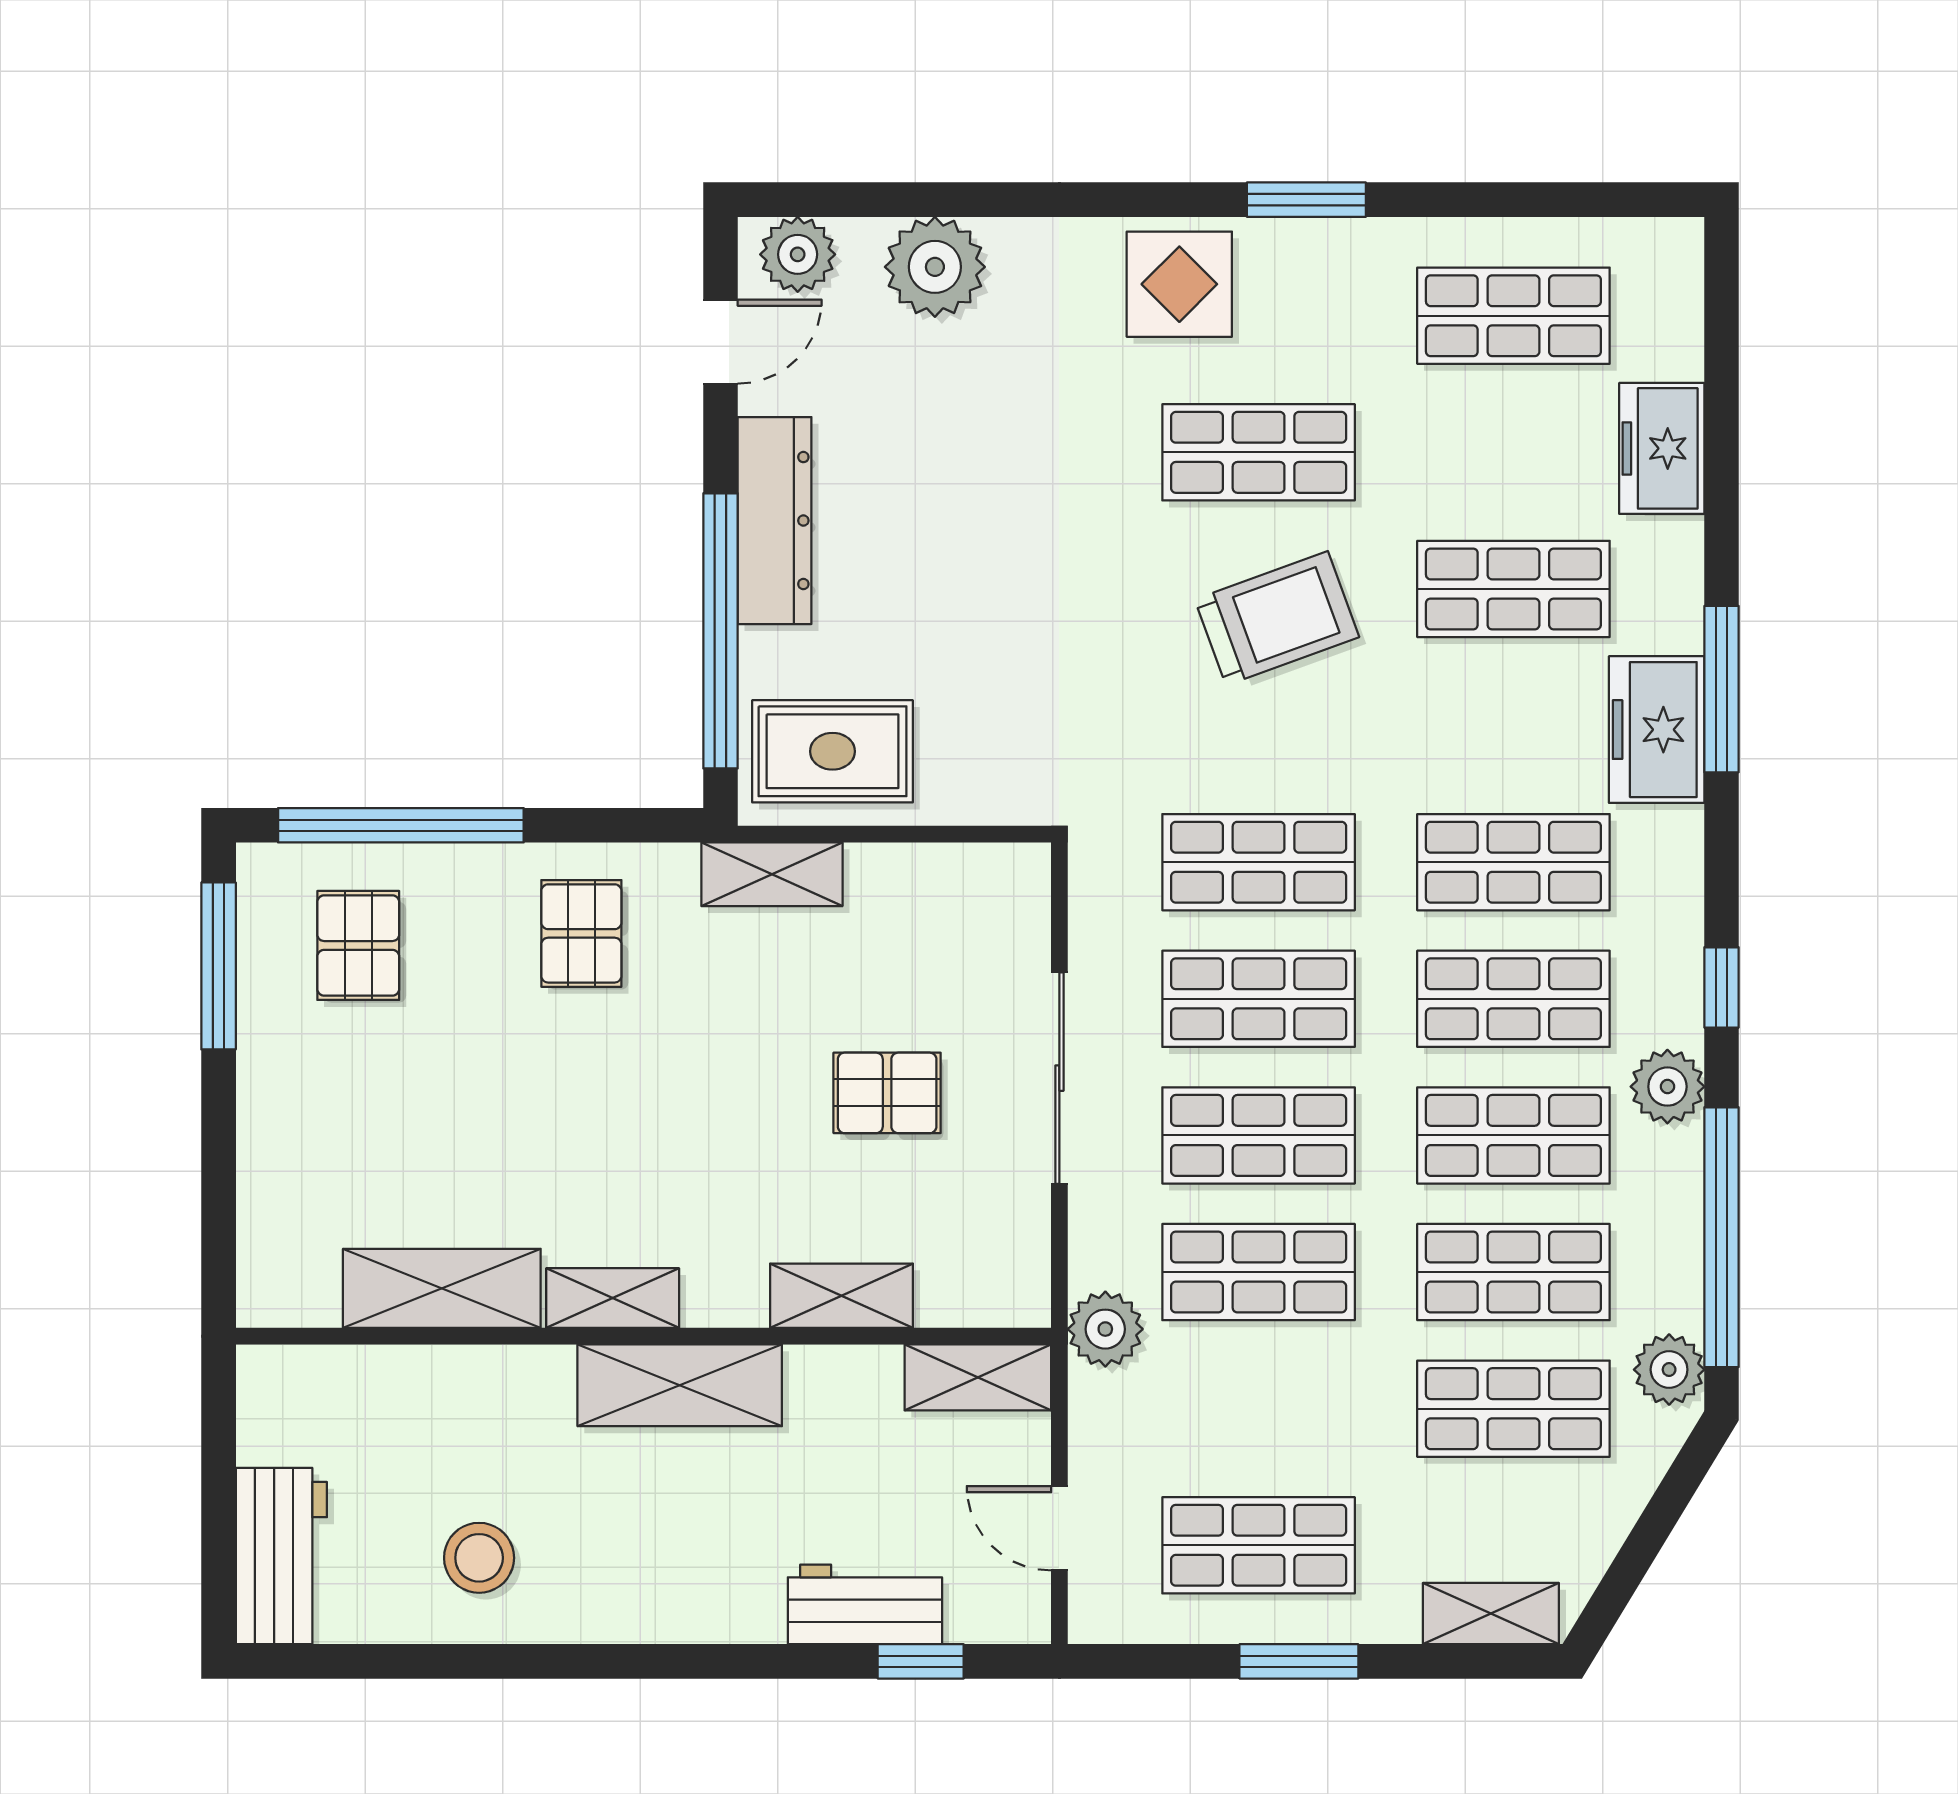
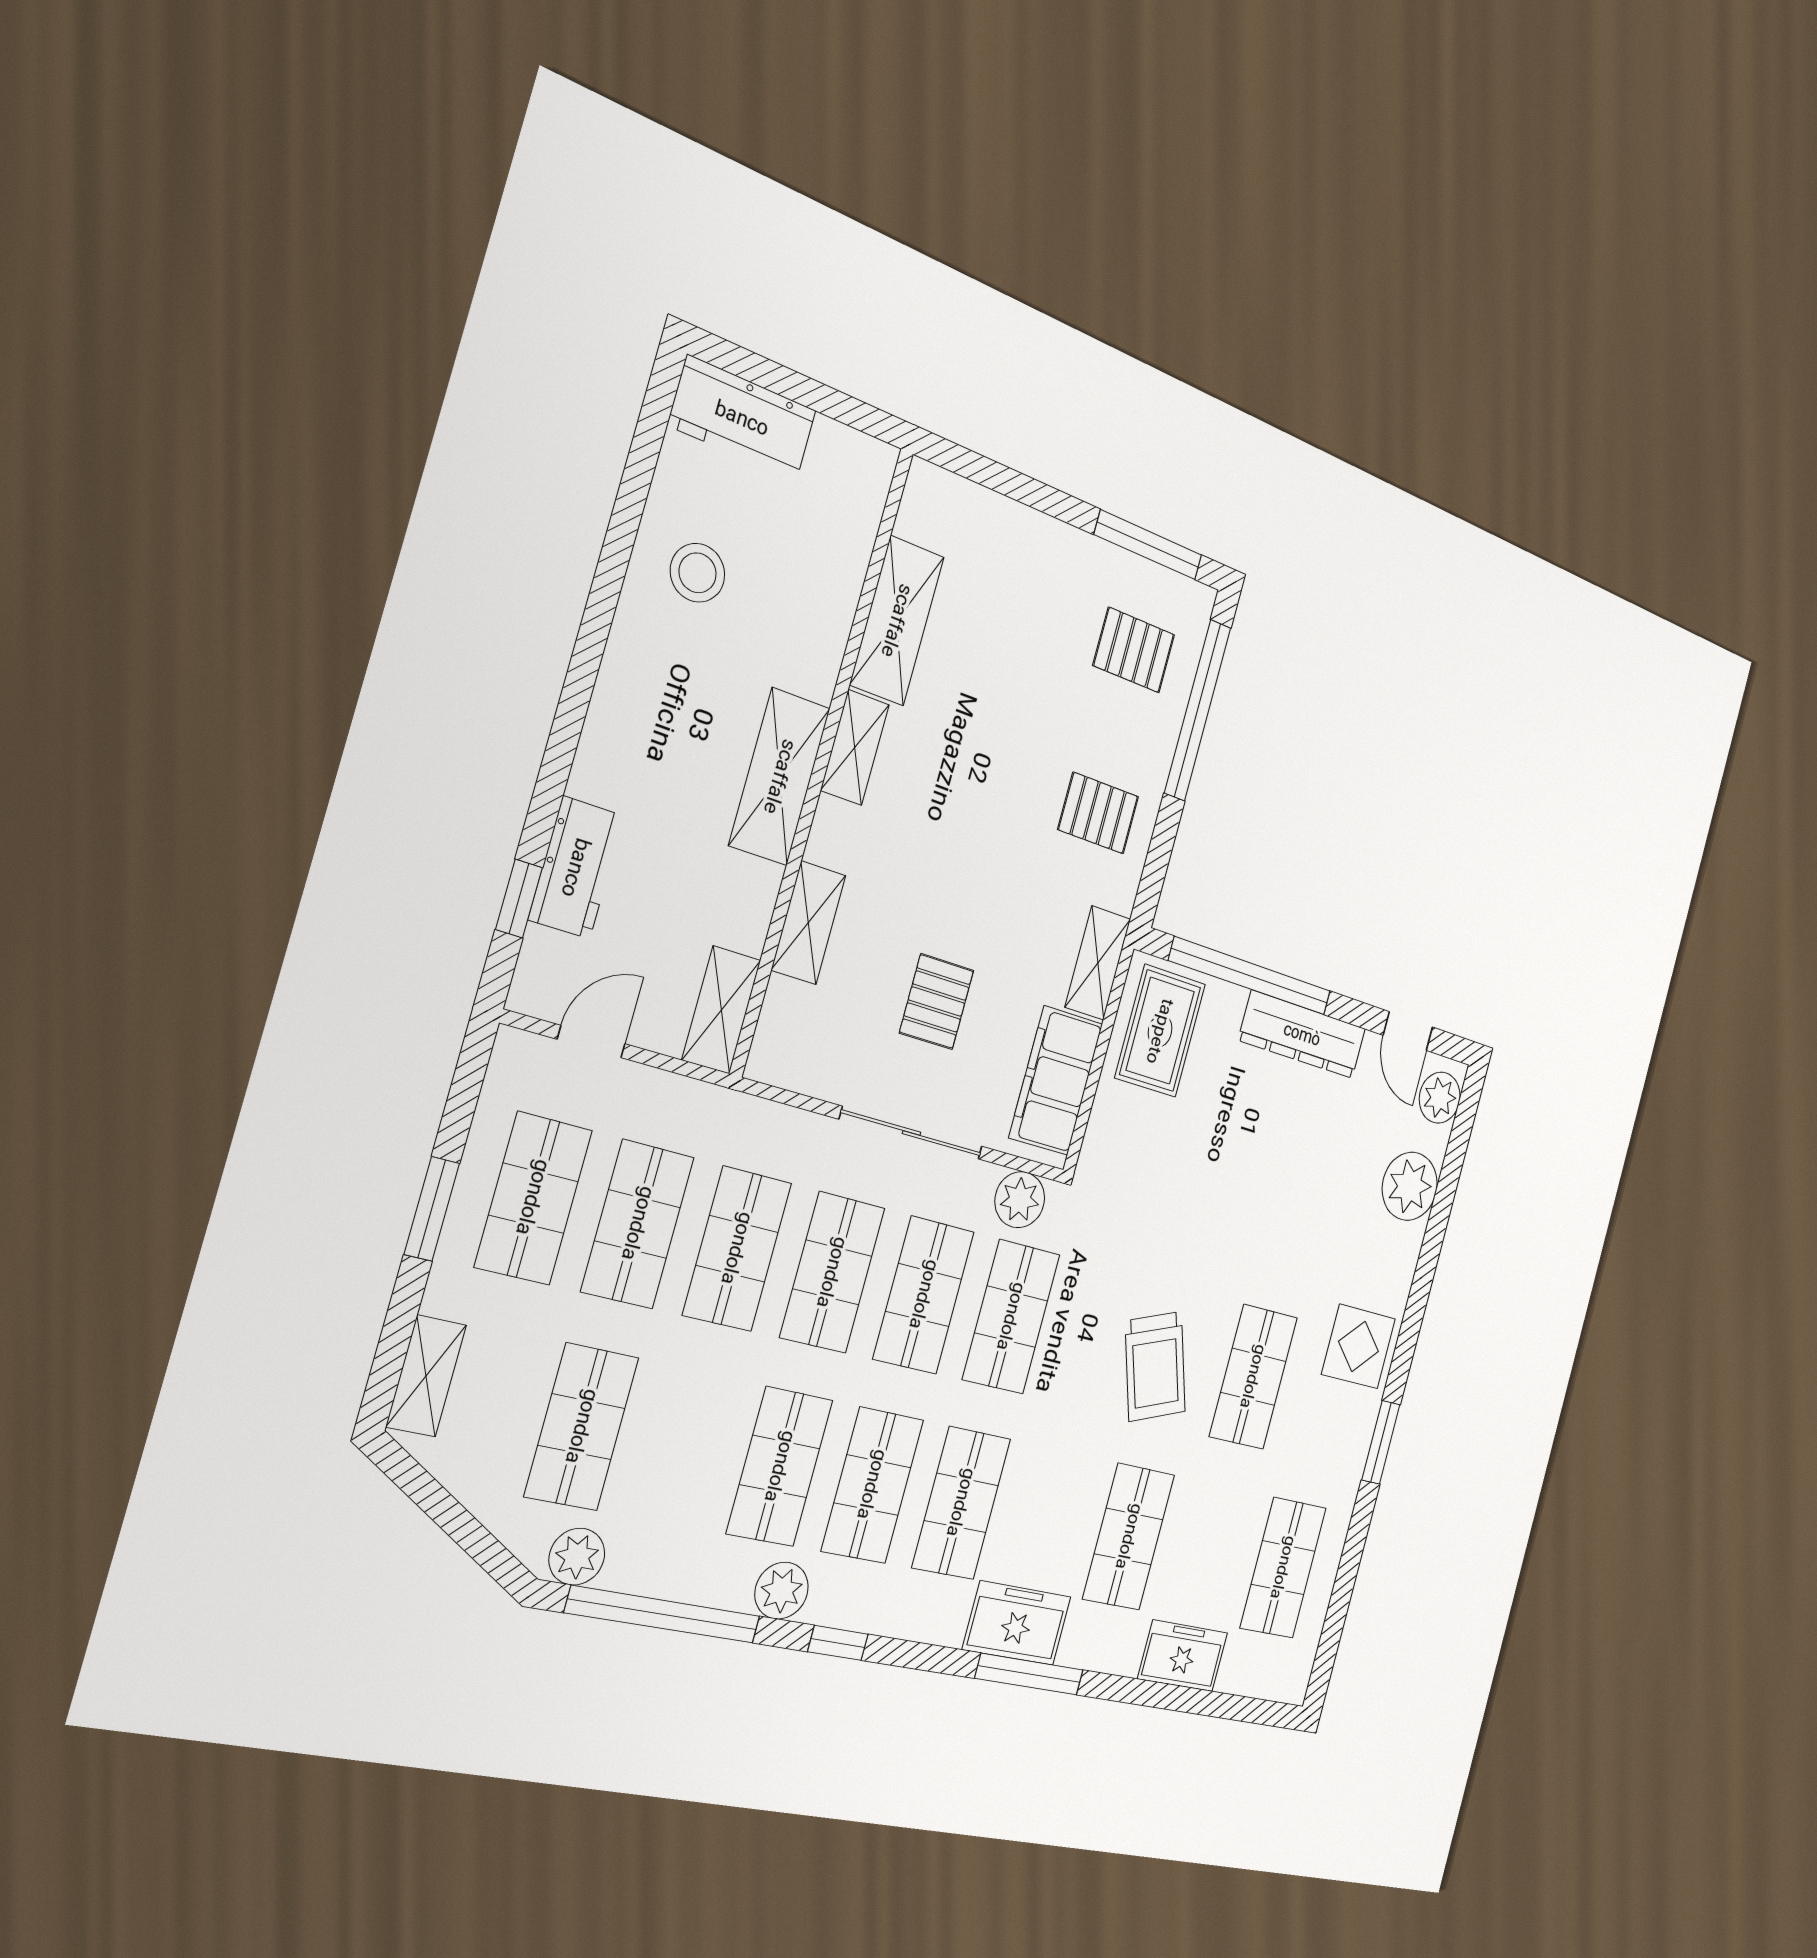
filing cabinet: (939, 890) -> (1056, 1081), added
shop shelf: (1513, 1272) -> (638, 1224), moved
plant: (1105, 1329) -> (1020, 1200), moved

